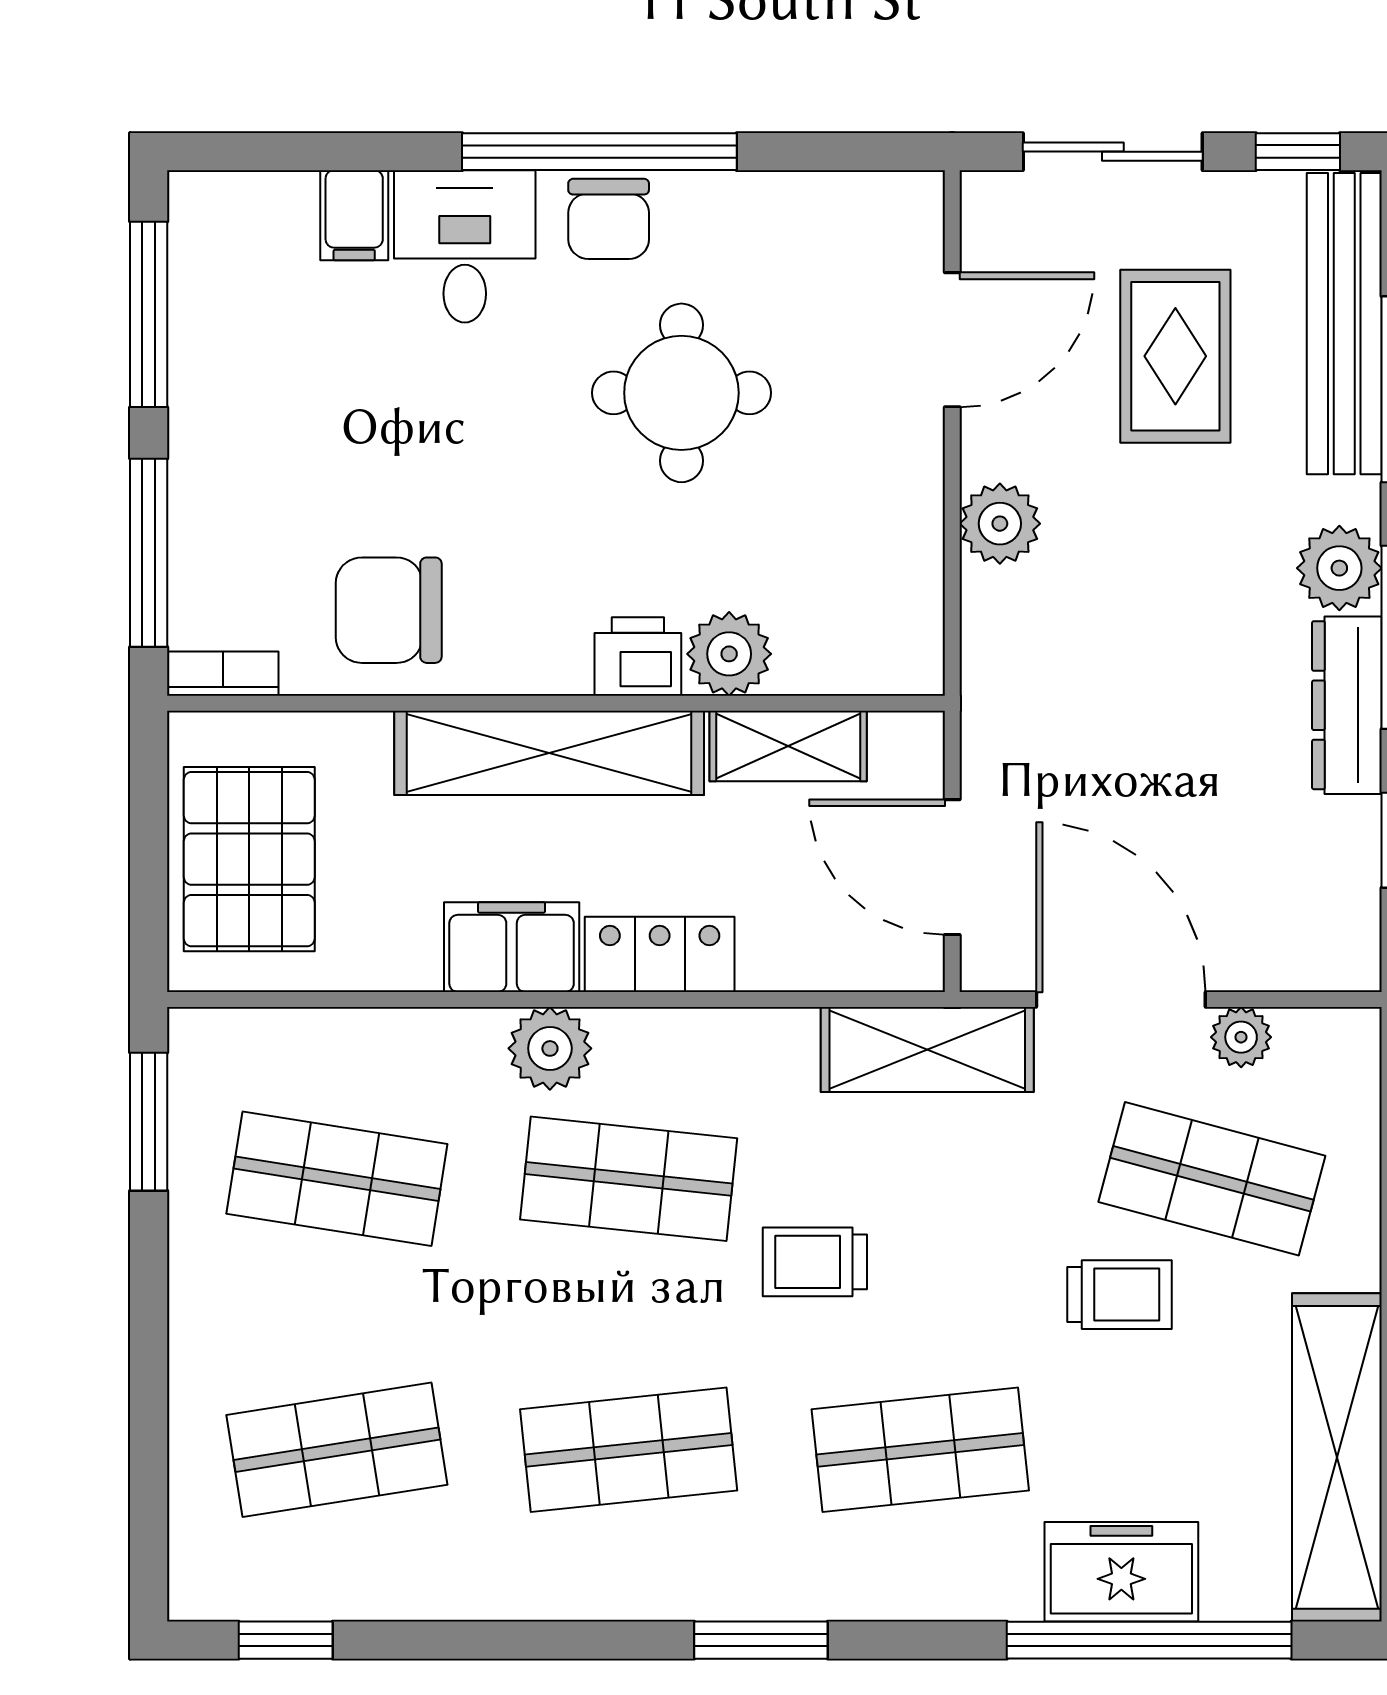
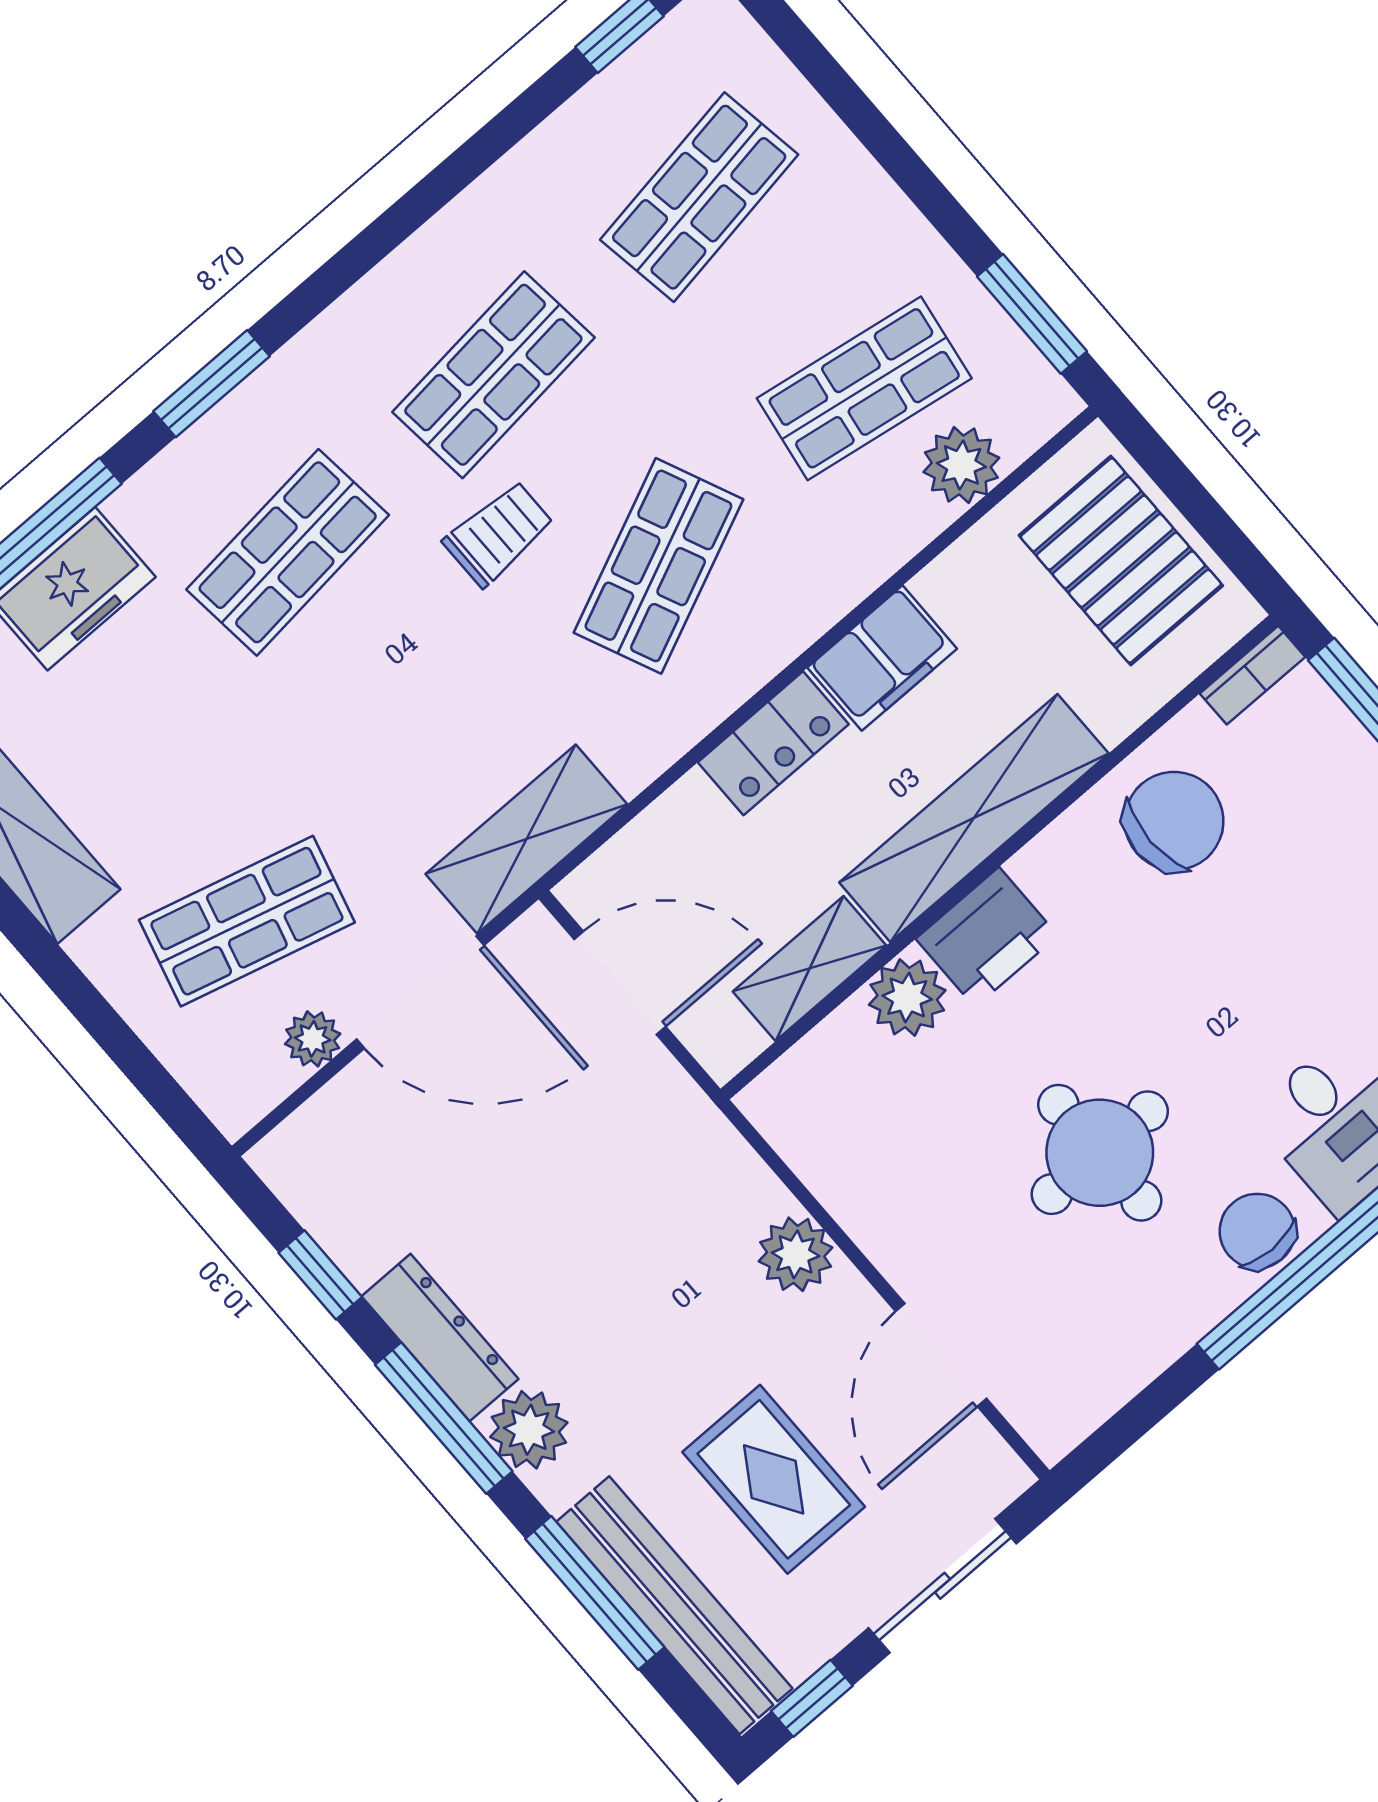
printer: (638, 656) -> (987, 937), width x1.36, depth x1.24
plant: (550, 1048) -> (961, 465), moved
shop shelf: (629, 1179) -> (658, 566), turned -30
trolley: (815, 1262) -> (499, 534), moved
trolley: (1119, 1295) -> (242, 783), removed
window: (761, 1640) -> (211, 384), moved

